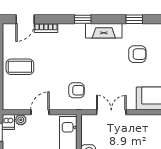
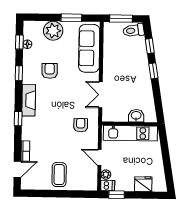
door: (25, 19) -> (17, 169), hinge flipped

